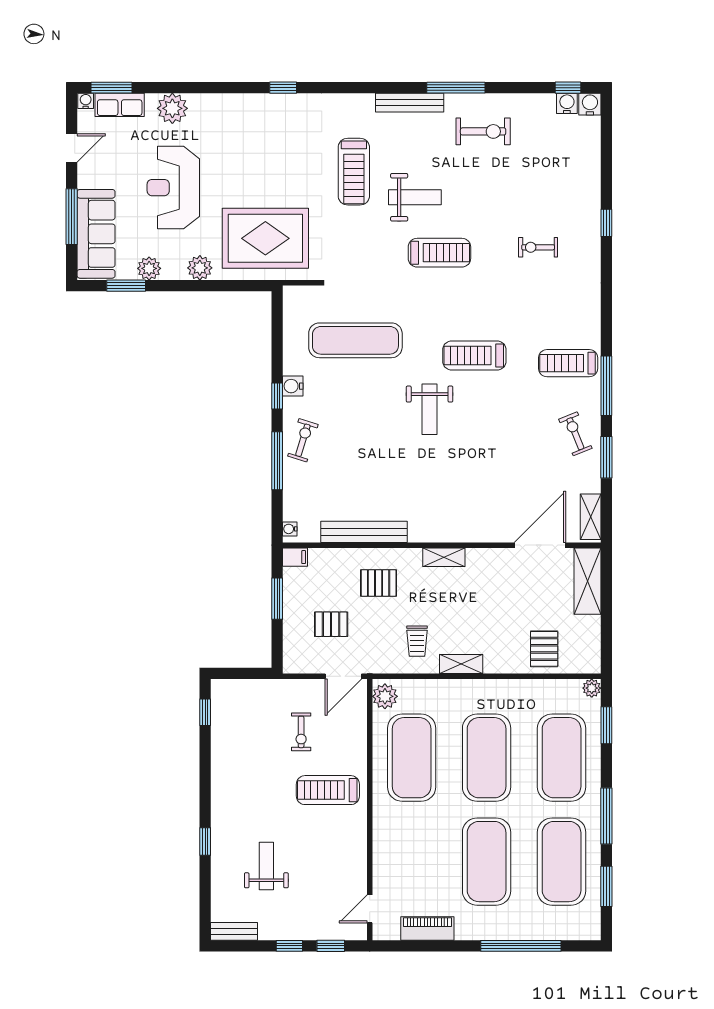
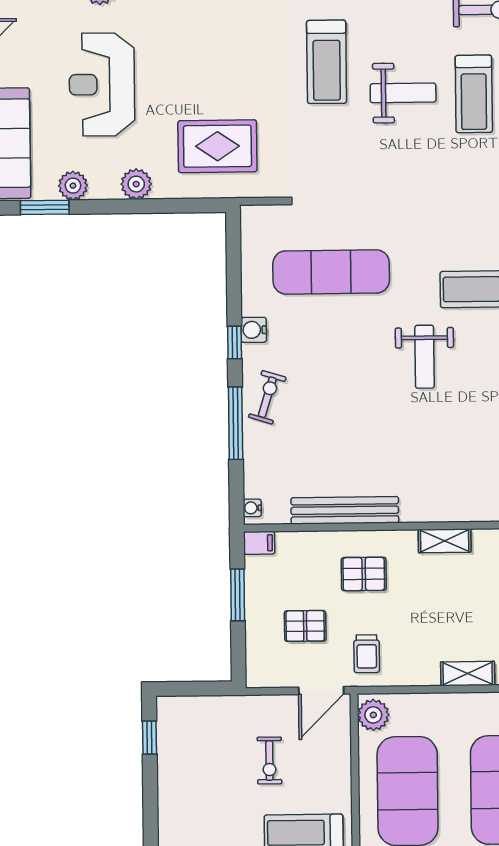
rug: (265, 238) -> (217, 146), width x0.73, depth x0.69
treadmill: (439, 253) -> (474, 94), moved, turned 90
trolley: (417, 641) -> (367, 654), moved

